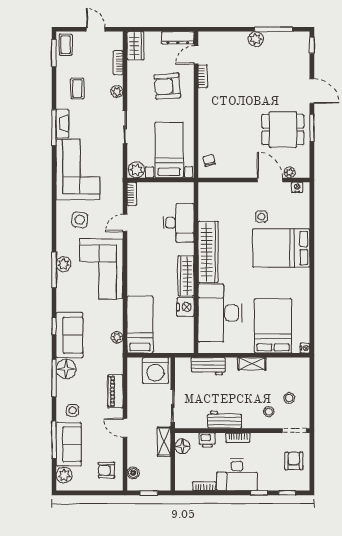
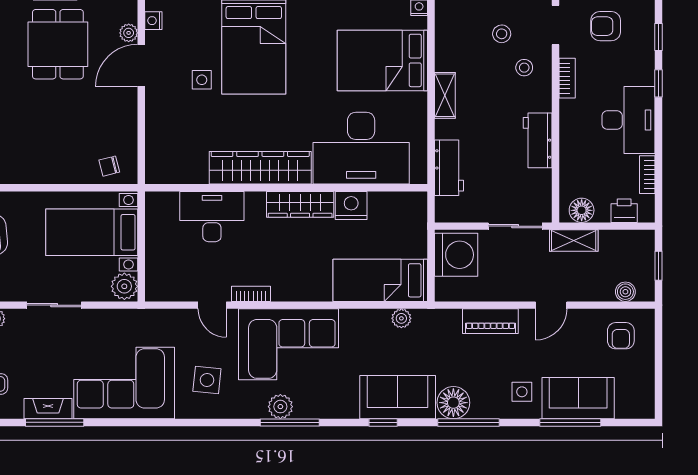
bookcase: (132, 194) -> (251, 294), moved
bookcase: (238, 438) -> (567, 78), moved
printer: (207, 440) -> (624, 211), moved, turned -90
plant: (64, 475) -> (629, 406), removed

